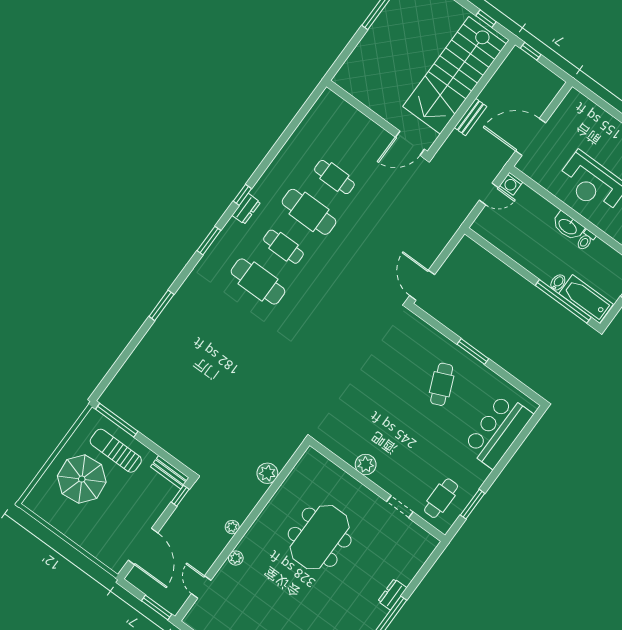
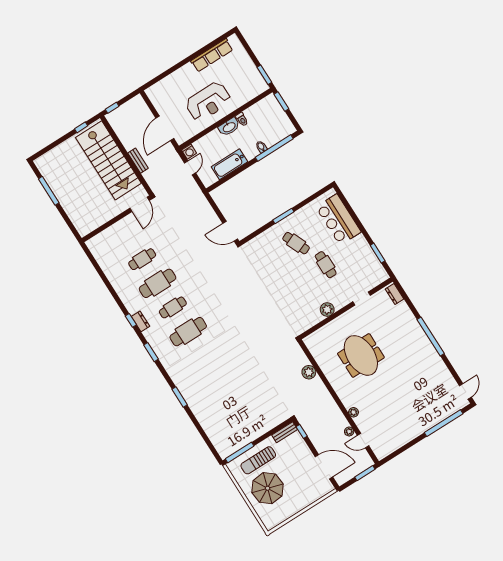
bathtub: (586, 299) -> (230, 164), moved
cafe table: (441, 498) -> (326, 265), moved
plant: (232, 527) -> (349, 431), moved
dresser: (392, 594) -> (395, 294), moved

